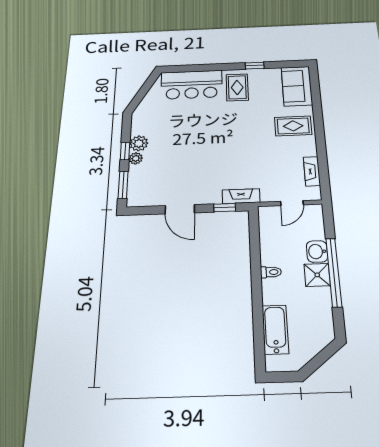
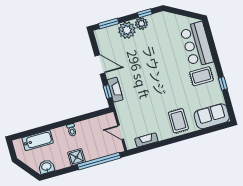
window: (125, 151) -> (145, 13), moved
plant: (136, 158) -> (127, 30), width x1.88, depth x1.88
fireplace: (241, 196) -> (115, 90), moved
door: (180, 209) -> (100, 64), swing flipped
washbasin: (317, 251) -> (46, 167), moved
window: (334, 272) -> (99, 161), moved

